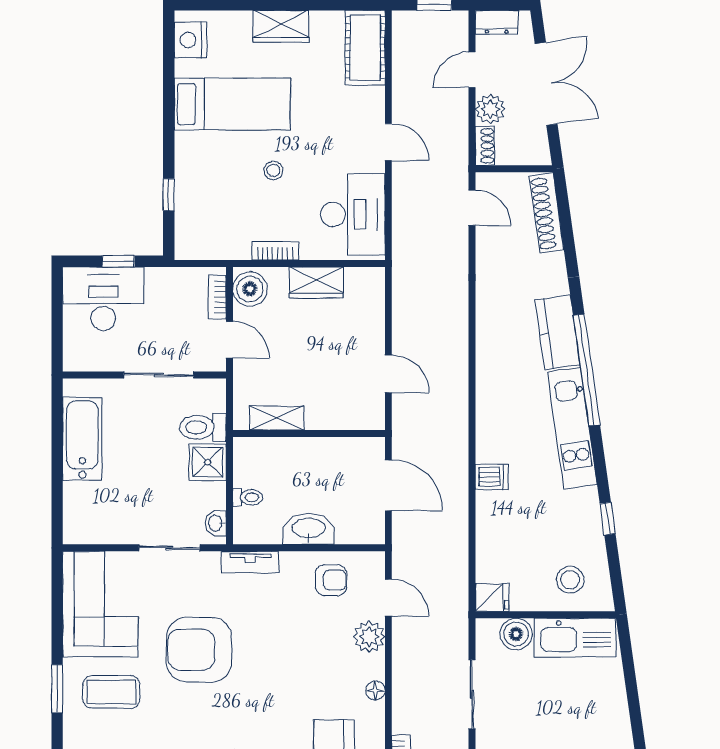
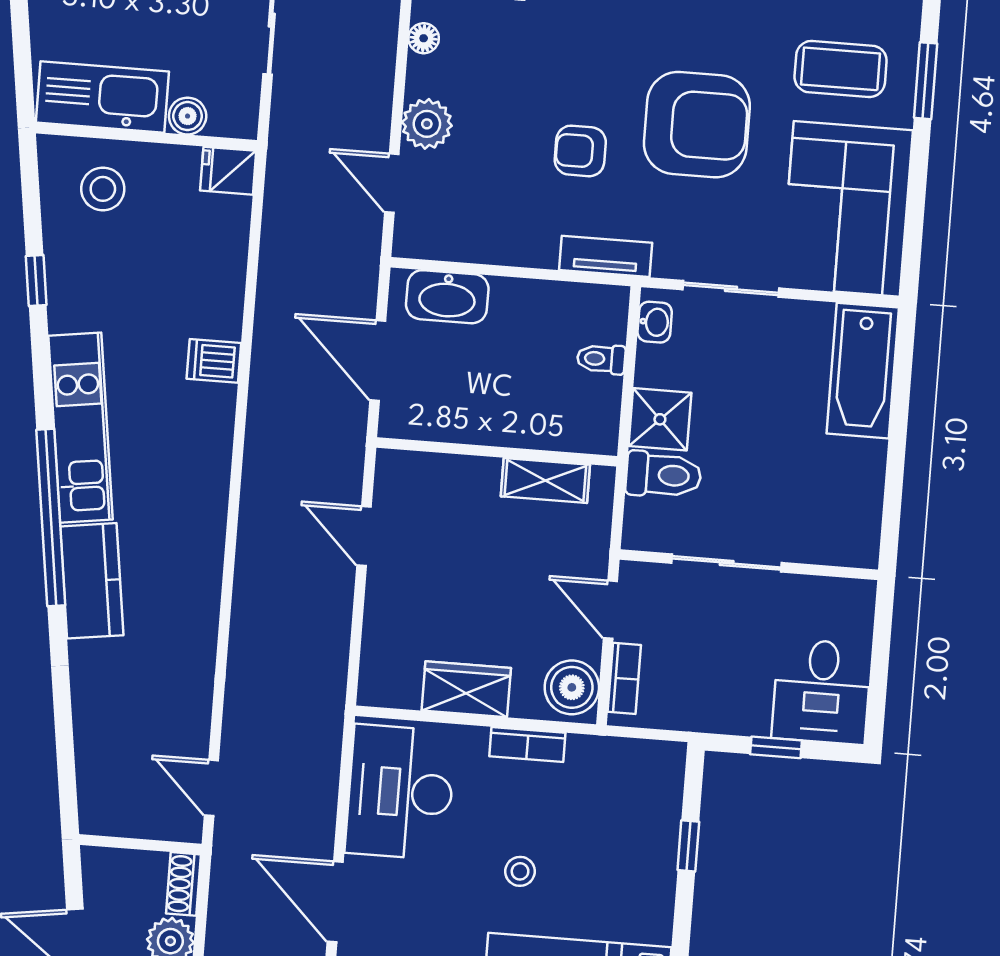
door: (388, 142) -> (335, 902), width x1.38
shoe rack: (547, 213) -> (94, 770), removed
desk: (103, 299) -> (822, 692), width x0.73
bathtub: (82, 439) -> (863, 371), moved
washbasin: (309, 529) -> (447, 297), moved
armchair: (331, 580) -> (580, 151), moved
boiler: (516, 634) -> (188, 116), width x0.73, depth x0.73

